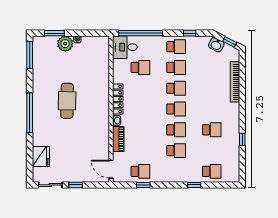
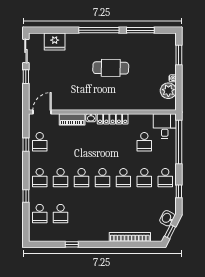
plant: (65, 44) -> (168, 91), moved
window: (30, 55) -> (140, 30), moved
school desk: (212, 130) -> (61, 214), moved
school desk: (176, 171) -> (40, 178), added

